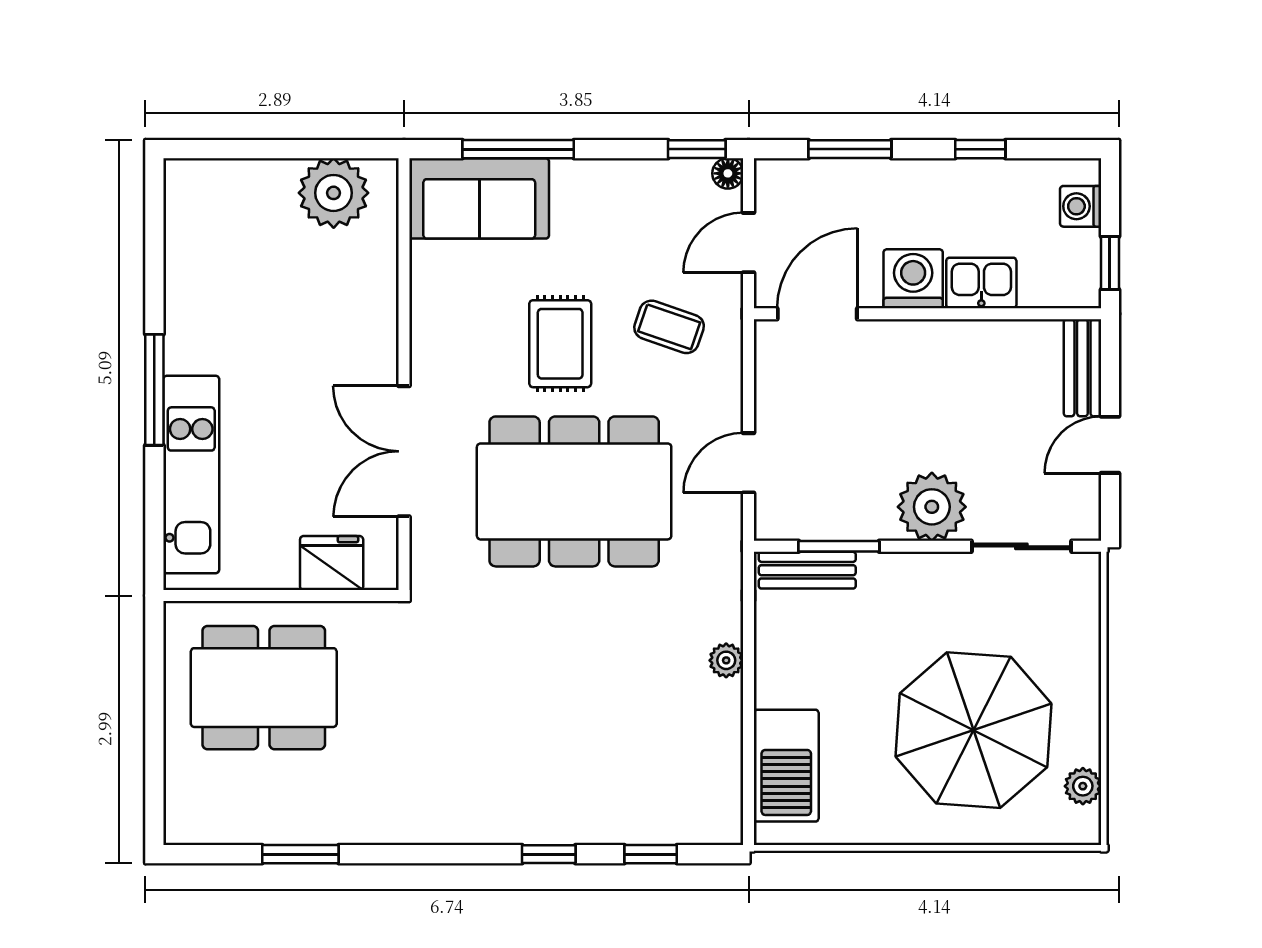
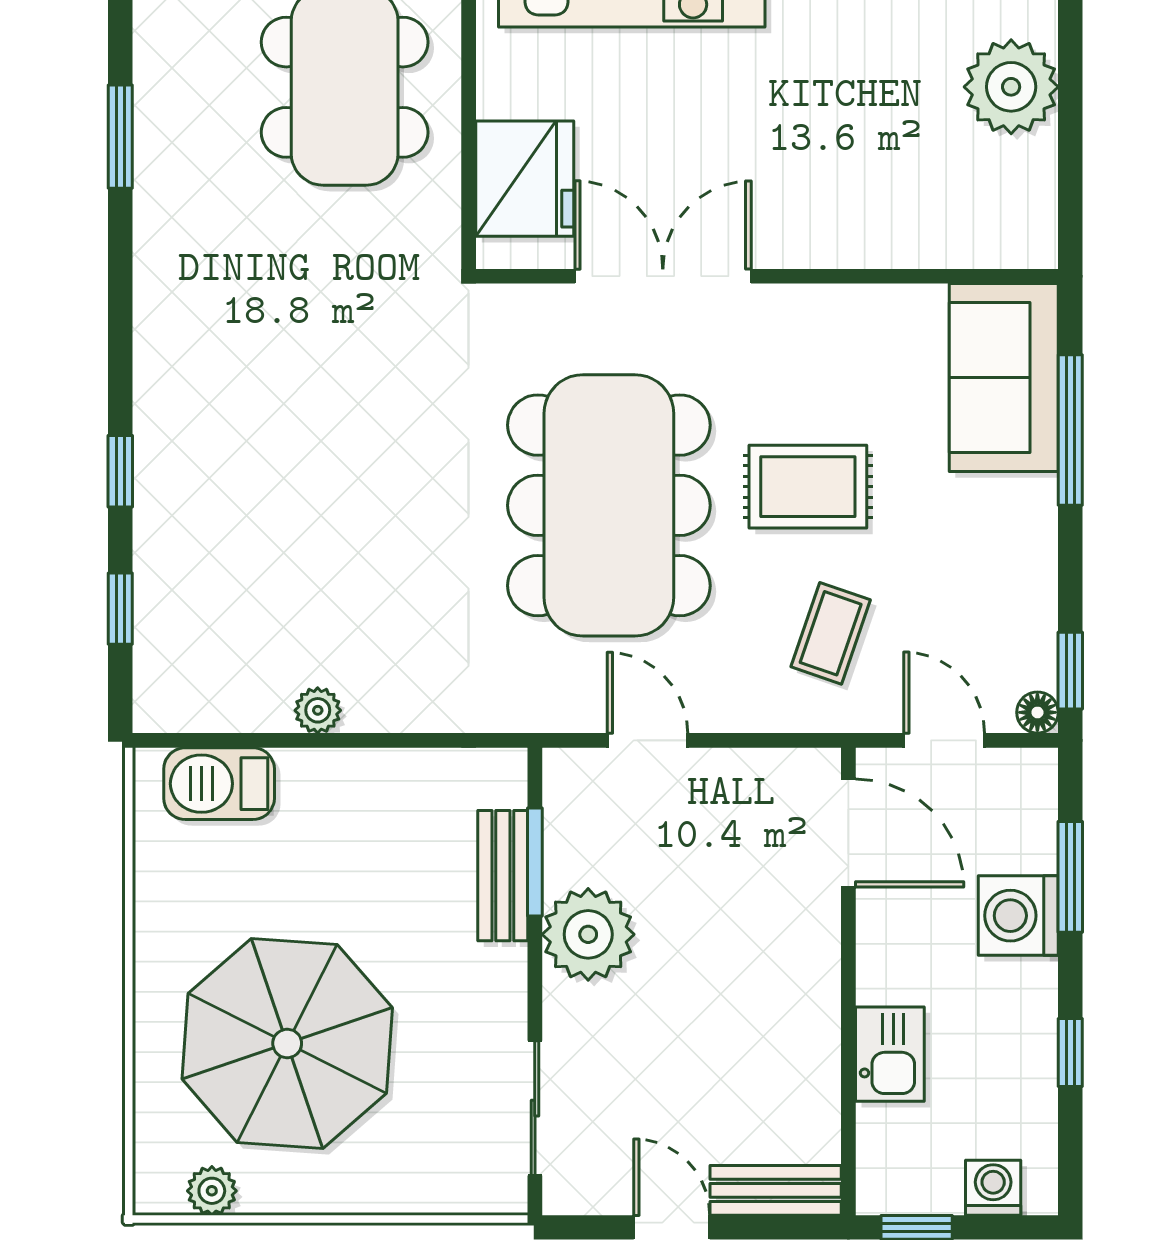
plant: (334, 193) -> (1011, 87), moved
washing machine: (913, 279) -> (1018, 916), moved, turned 180
plant: (932, 507) -> (588, 934), moved
fridge: (332, 563) -> (525, 179), width x1.36, depth x1.34
bench: (807, 570) -> (503, 876), moved
plant: (726, 660) -> (318, 710), moved
barbecue: (786, 766) -> (219, 784), width x0.73, depth x0.83

